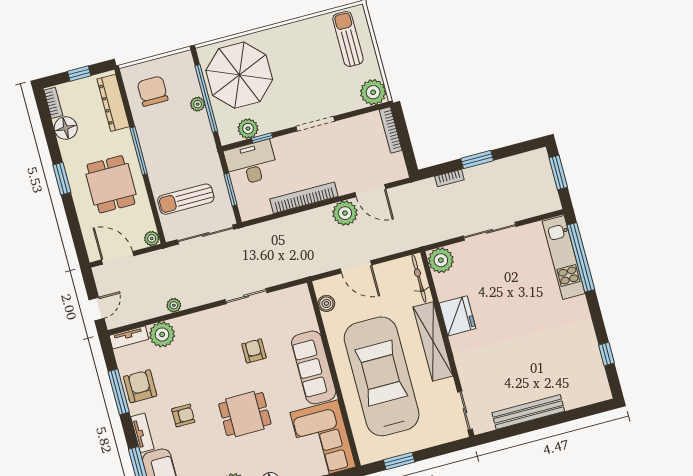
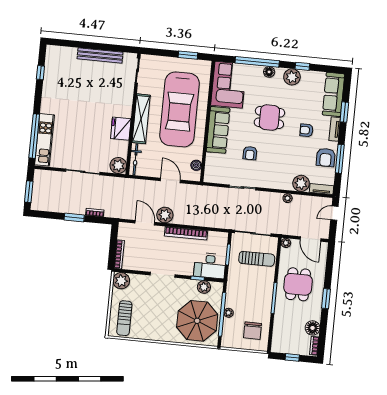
dresser: (113, 103) -> (279, 332), removed

